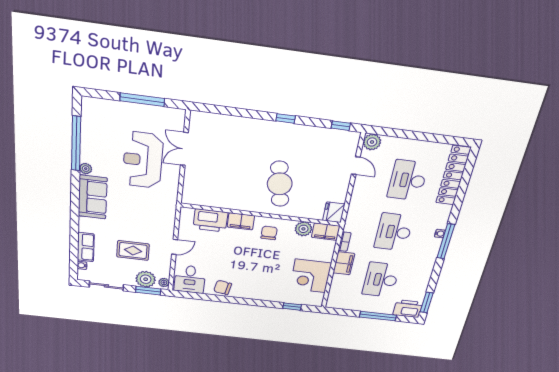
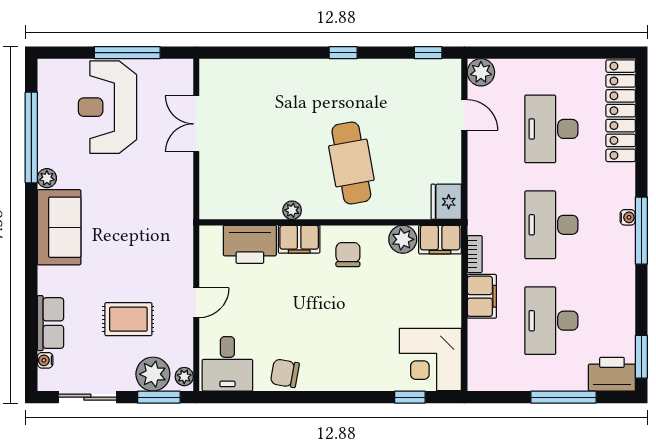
reception desk: (143, 160) -> (107, 107), moved
plant: (239, 205) -> (292, 210), added
corner desk: (310, 276) -> (430, 360), moved

